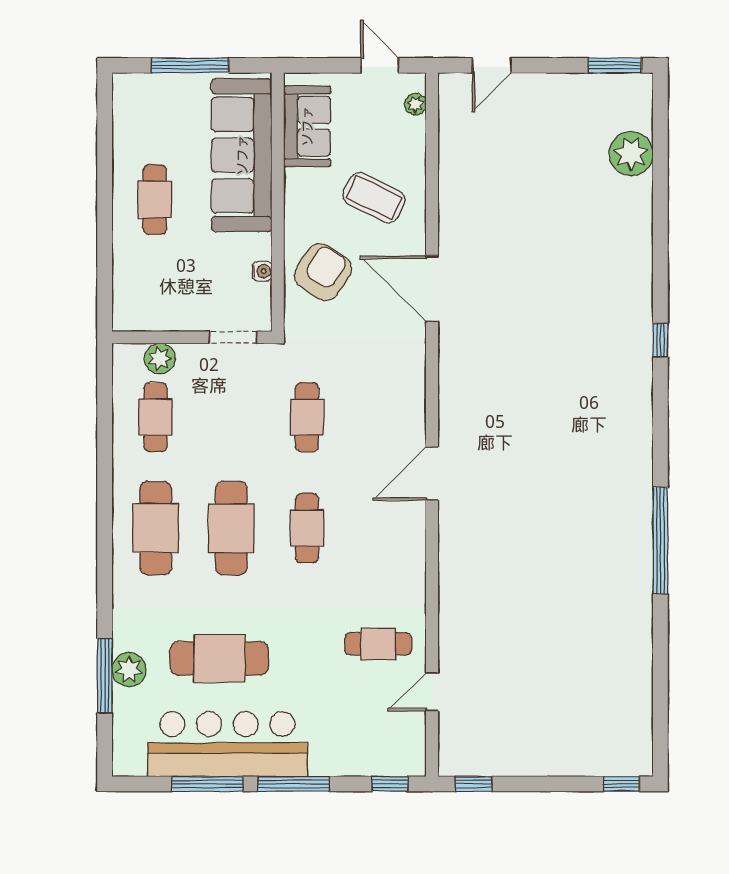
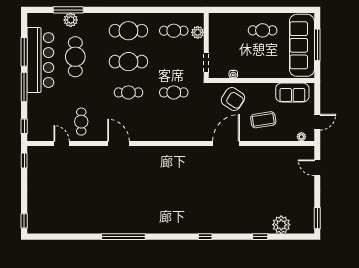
sofa: (242, 155) -> (302, 45), moved, turned -90
coffee table: (374, 198) -> (263, 120), turned 55
window: (660, 206) -> (260, 237), added
door: (432, 474) -> (119, 143), moved

